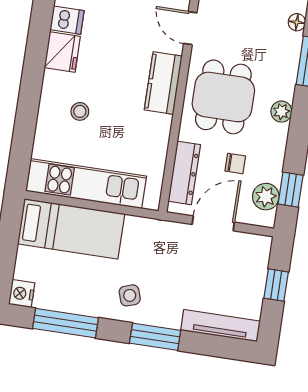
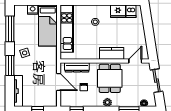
dining table: (223, 97) -> (110, 78), turned 90
plant: (266, 197) -> (72, 101), removed
nightstand: (22, 294) -> (33, 10), moved

